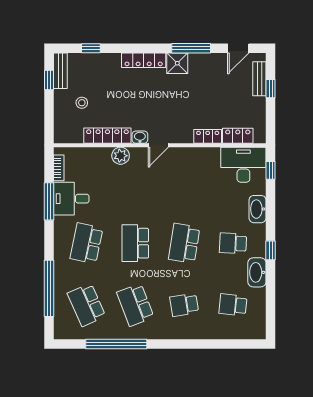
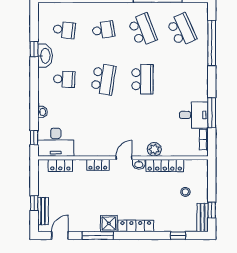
locker: (208, 136) -> (98, 165), moved
washbasin: (257, 209) -> (42, 112), width x0.52, depth x0.69
school desk: (86, 243) -> (182, 79), removed
window: (271, 250) -> (34, 49), moved

